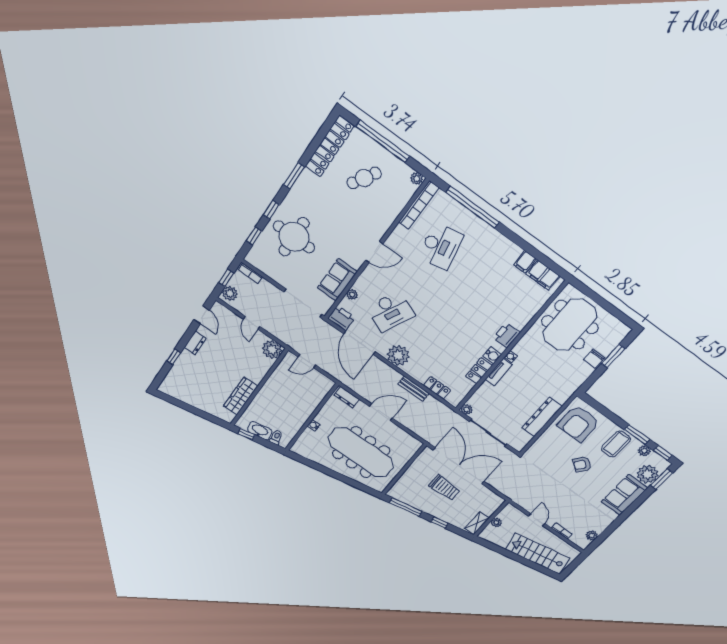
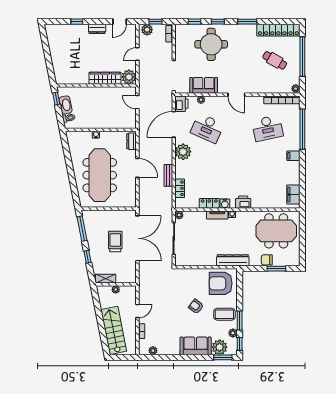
filing cabinet: (525, 262) -> (293, 156), moved
wardrobe: (241, 396) -> (105, 78), moved
dresser: (542, 417) -> (233, 260), moved
trolley: (445, 488) -> (115, 241), turned 180

